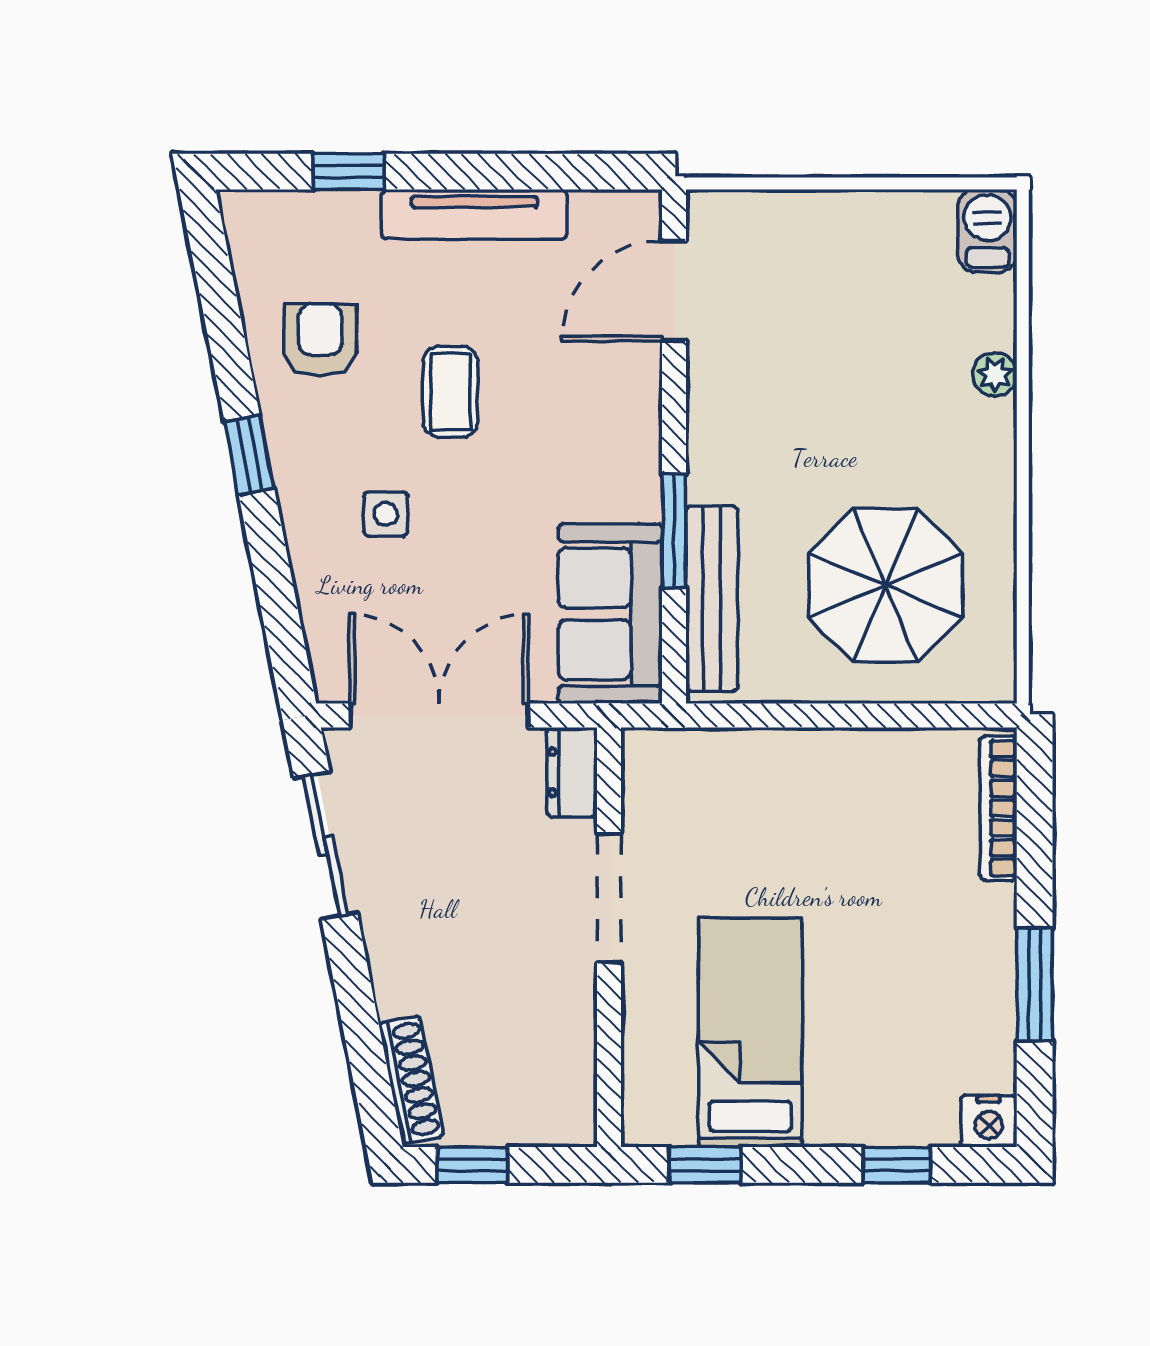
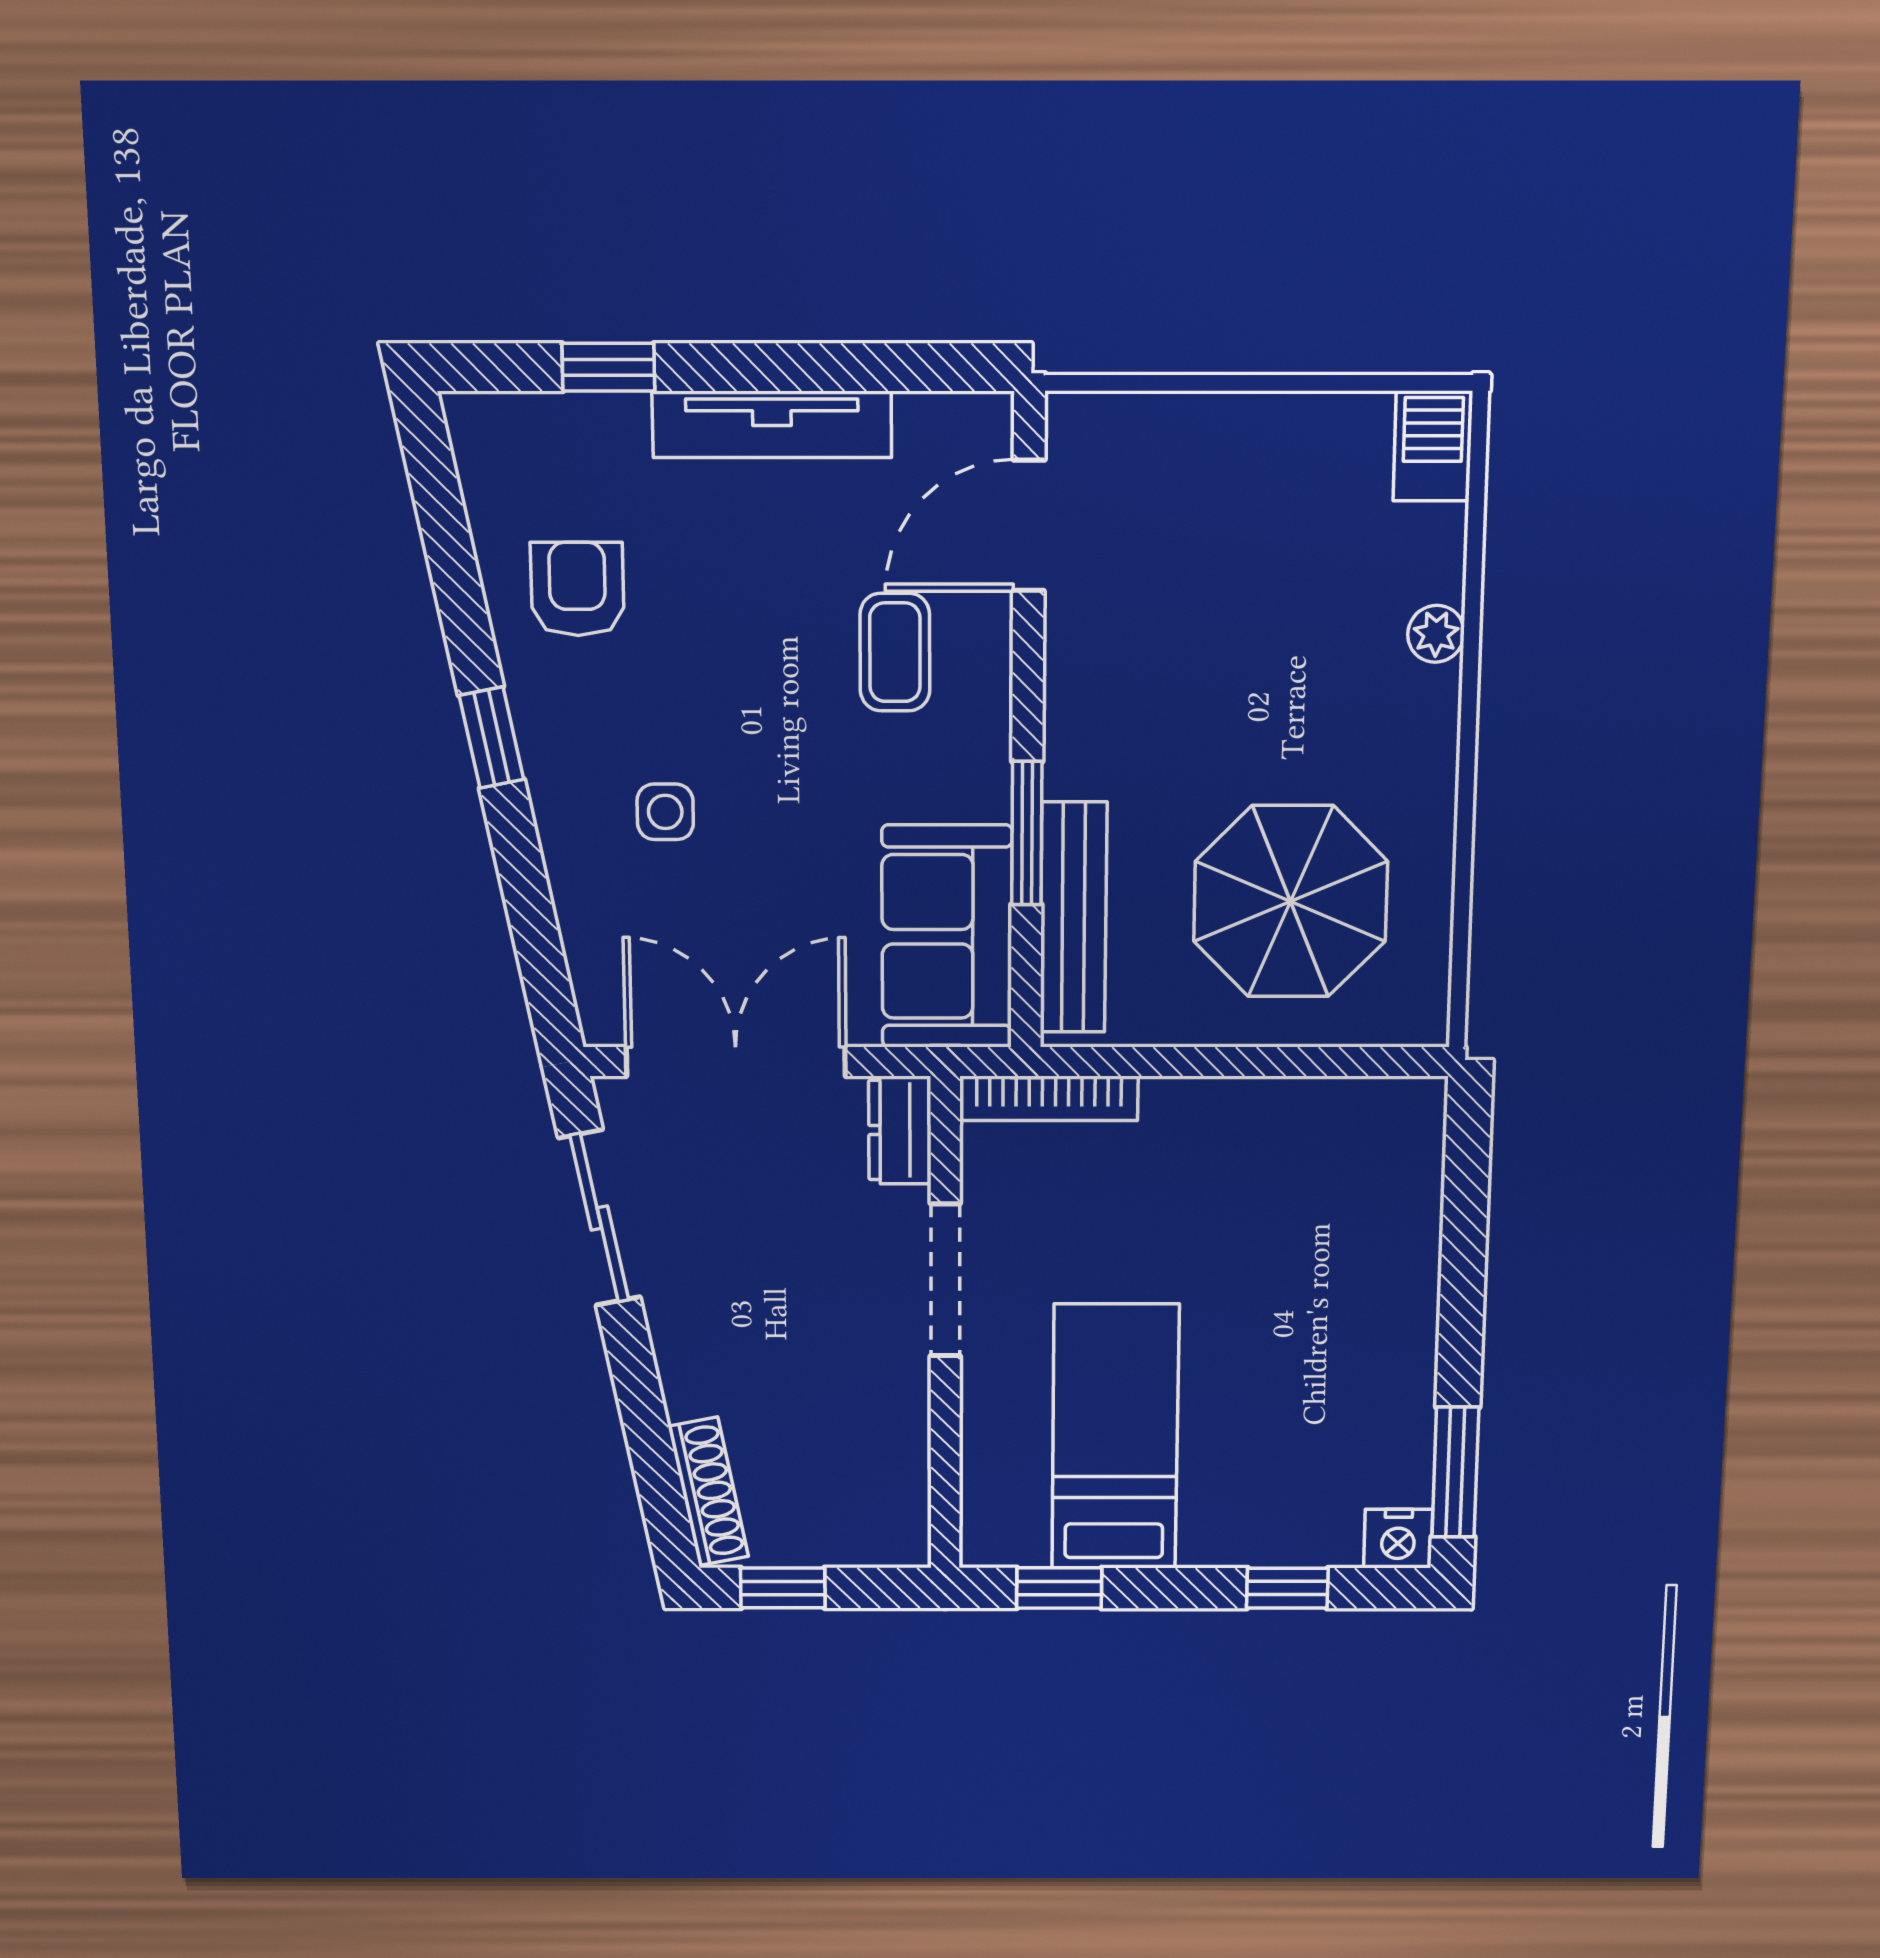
coffee table: (450, 392) -> (895, 652), moved
bookcase: (998, 808) -> (1049, 1098), moved, turned -90
window: (1035, 984) -> (1455, 1472), moved

